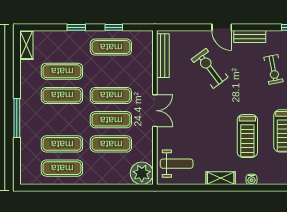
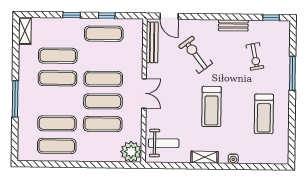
door: (222, 27) -> (169, 16), moved
treadmill: (247, 136) -> (211, 106), moved

